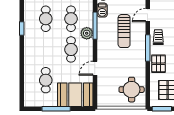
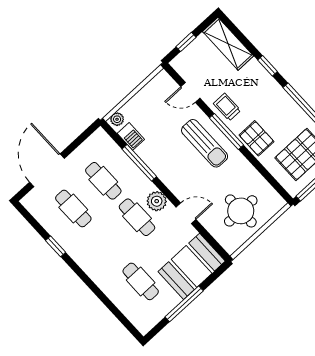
door: (148, 15) -> (190, 92), hinge flipped
sun lounger: (124, 31) -> (205, 143), moved
plant: (87, 33) -> (157, 201), moved
door: (95, 68) -> (186, 213), swing flipped
round table: (132, 90) -> (241, 211), moved

